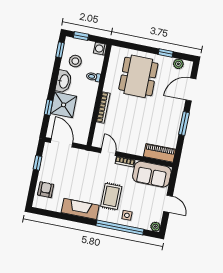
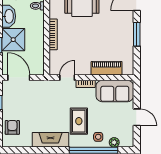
door: (108, 152) -> (67, 78), hinge flipped
piano: (160, 153) -> (107, 68), moved
plant: (155, 227) -> (114, 142), moved

